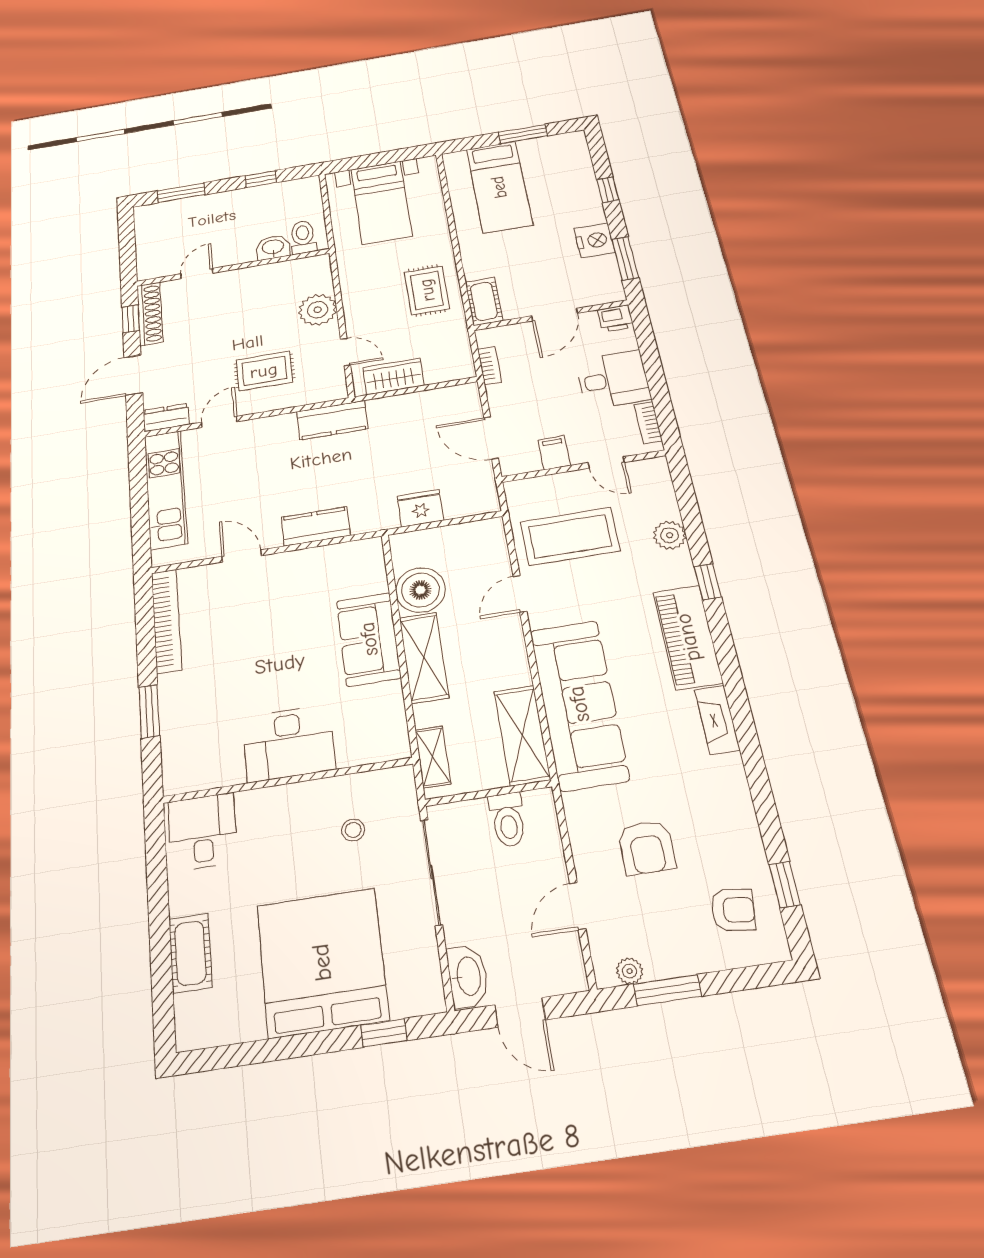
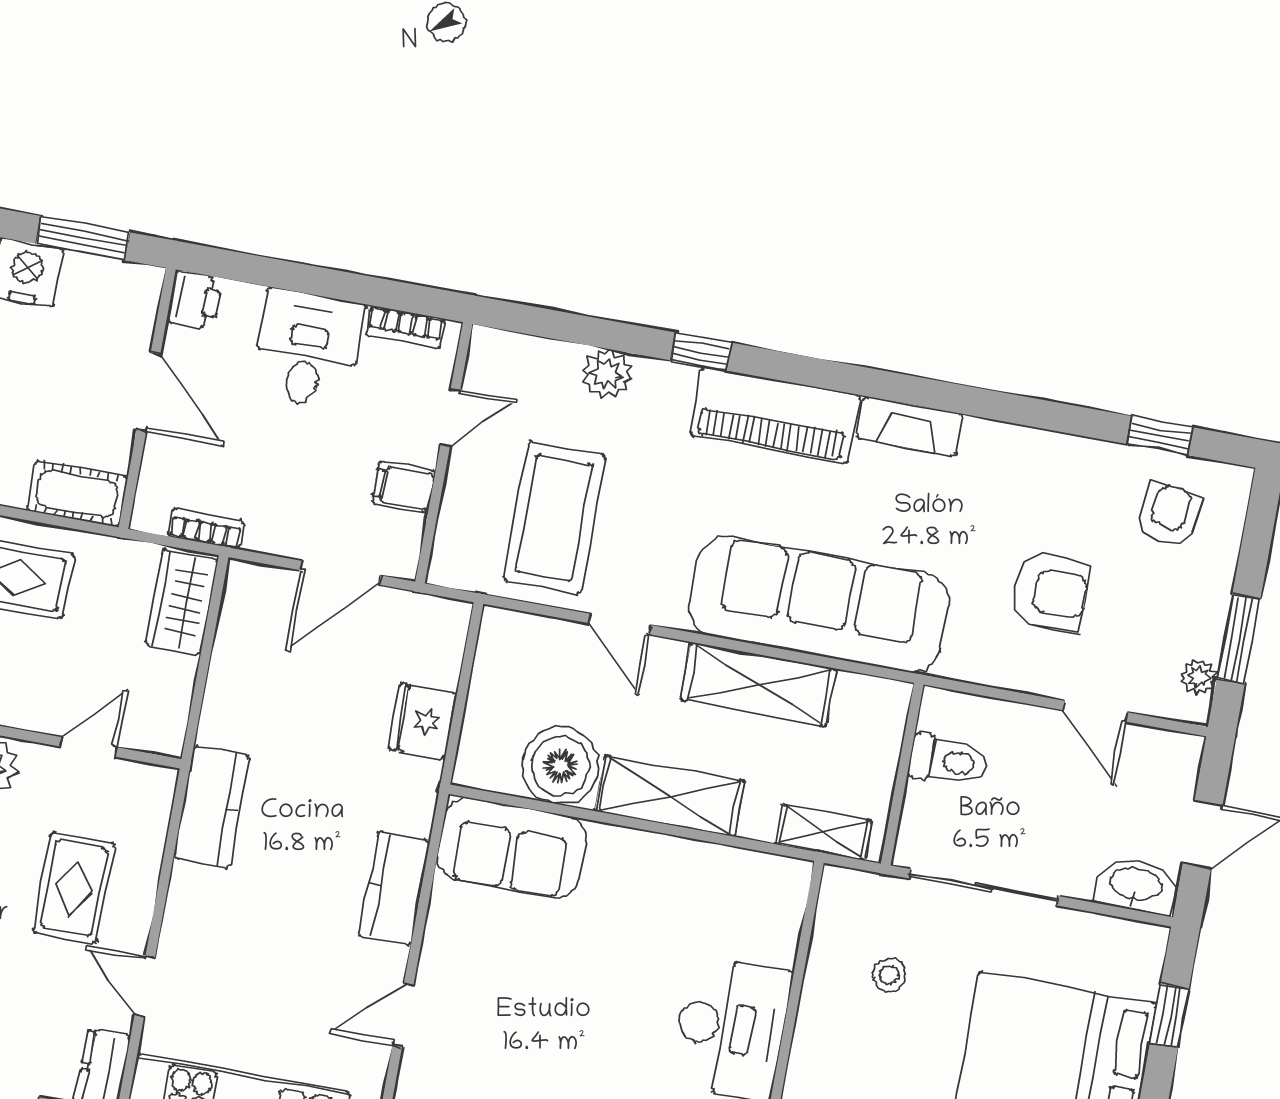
wardrobe: (393, 376) -> (182, 602), moved
sofa: (369, 639) -> (512, 848), moved
shelving: (522, 735) -> (759, 684), moved

